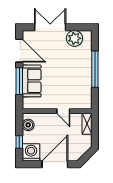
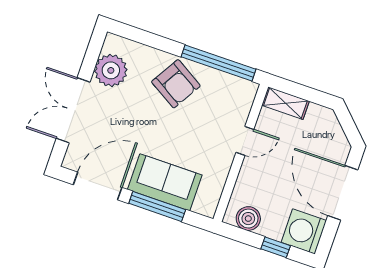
window: (95, 69) -> (218, 63), moved
armchair: (79, 70) -> (176, 84), added

